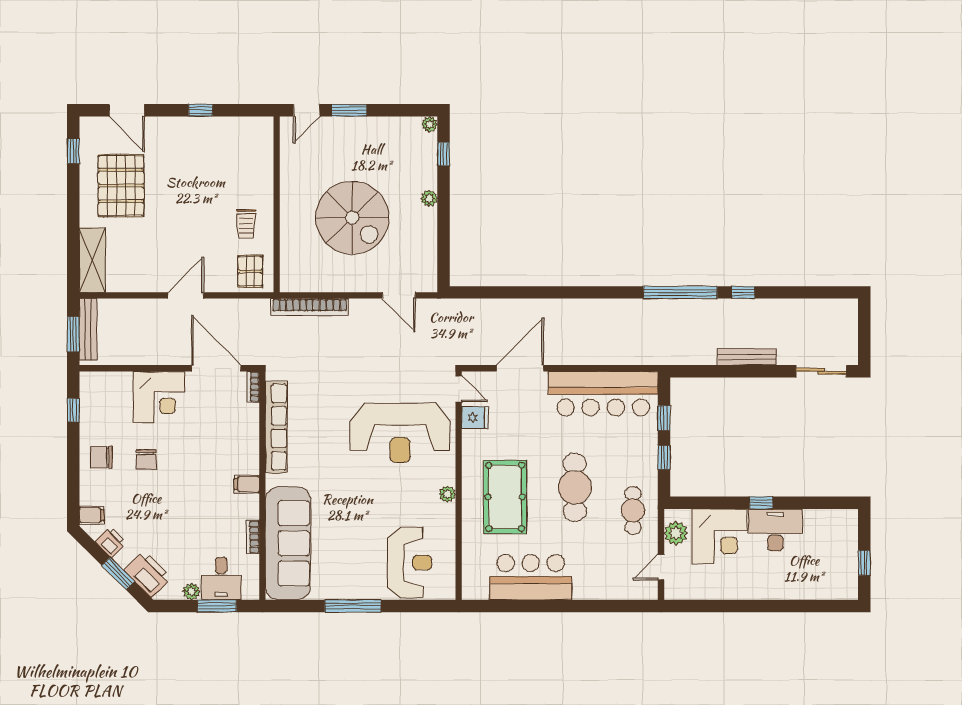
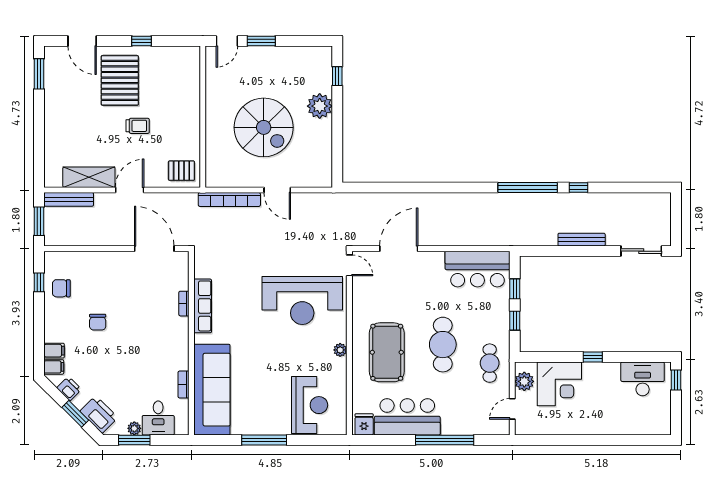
plant: (430, 124) -> (326, 52), removed
window: (73, 151) -> (39, 74), width x1.50
pallet: (121, 186) -> (120, 80), moved
plant: (429, 198) -> (320, 106), width x1.88, depth x1.88
trolley: (246, 224) -> (138, 126), moved, turned -90
shelving: (92, 260) -> (89, 177), moved, turned 90
pallet: (250, 271) -> (181, 171), turned 90
door: (399, 295) -> (277, 190), moved
bench: (88, 329) -> (69, 199), moved, turned 90
bookcase: (253, 387) -> (184, 304), moved
bar counter: (603, 394) -> (477, 269), width x0.73
corner desk: (159, 397) -> (108, 272), removed
fridge: (475, 417) -> (364, 424), moved, turned -90
row of seats: (276, 427) -> (203, 306), width x0.73
chair: (101, 457) -> (61, 288), moved
filing cabinet: (247, 484) -> (54, 351), moved, turned 180
desk: (775, 530) -> (643, 379), moved
window: (864, 563) -> (676, 380), moved
window: (217, 606) -> (134, 440), moved
window: (577, 606) -> (445, 440), added

